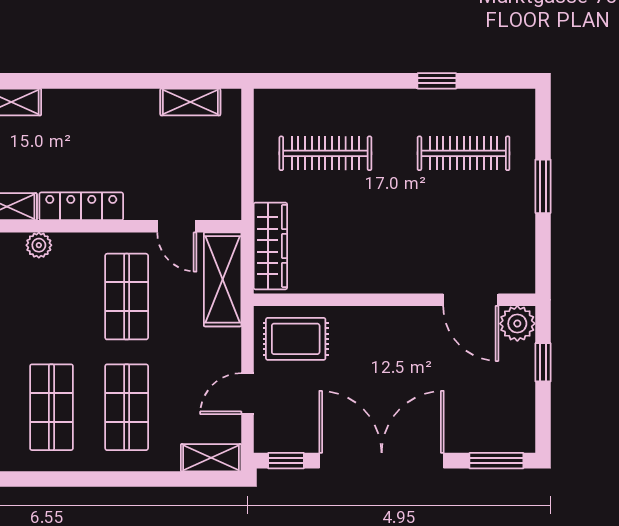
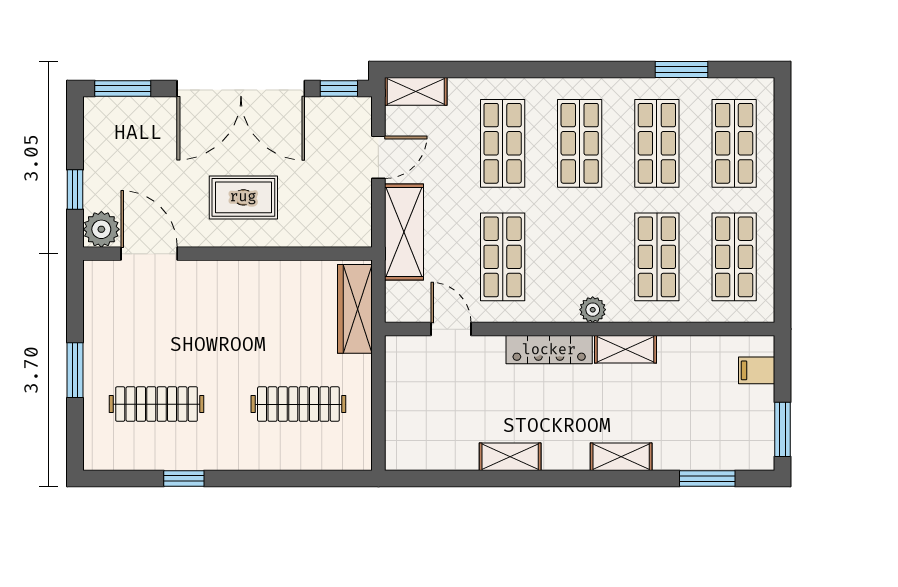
shelving: (190, 102) -> (510, 457), moved
shelving: (223, 279) -> (404, 232), moved
rug: (296, 339) -> (243, 197), moved

